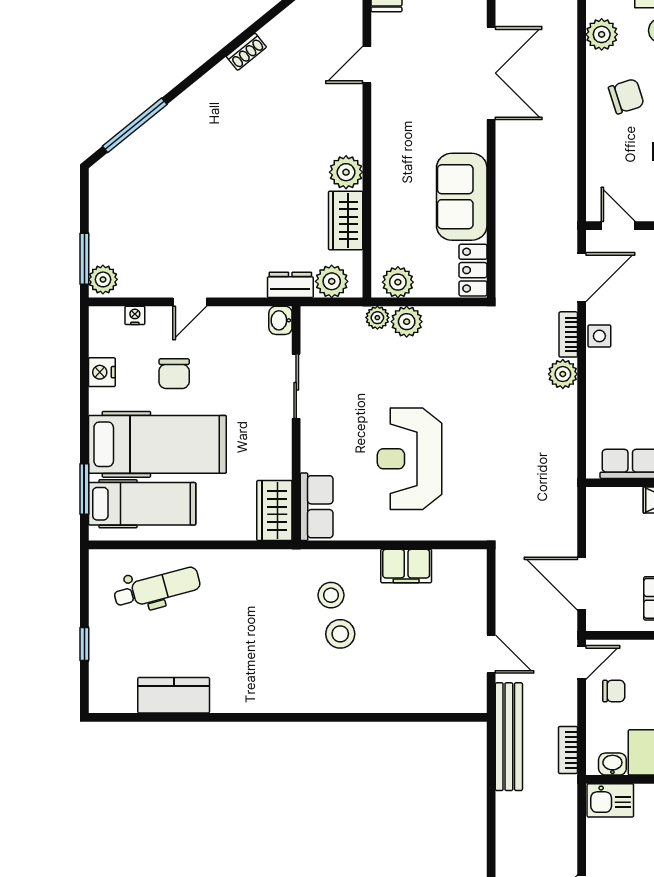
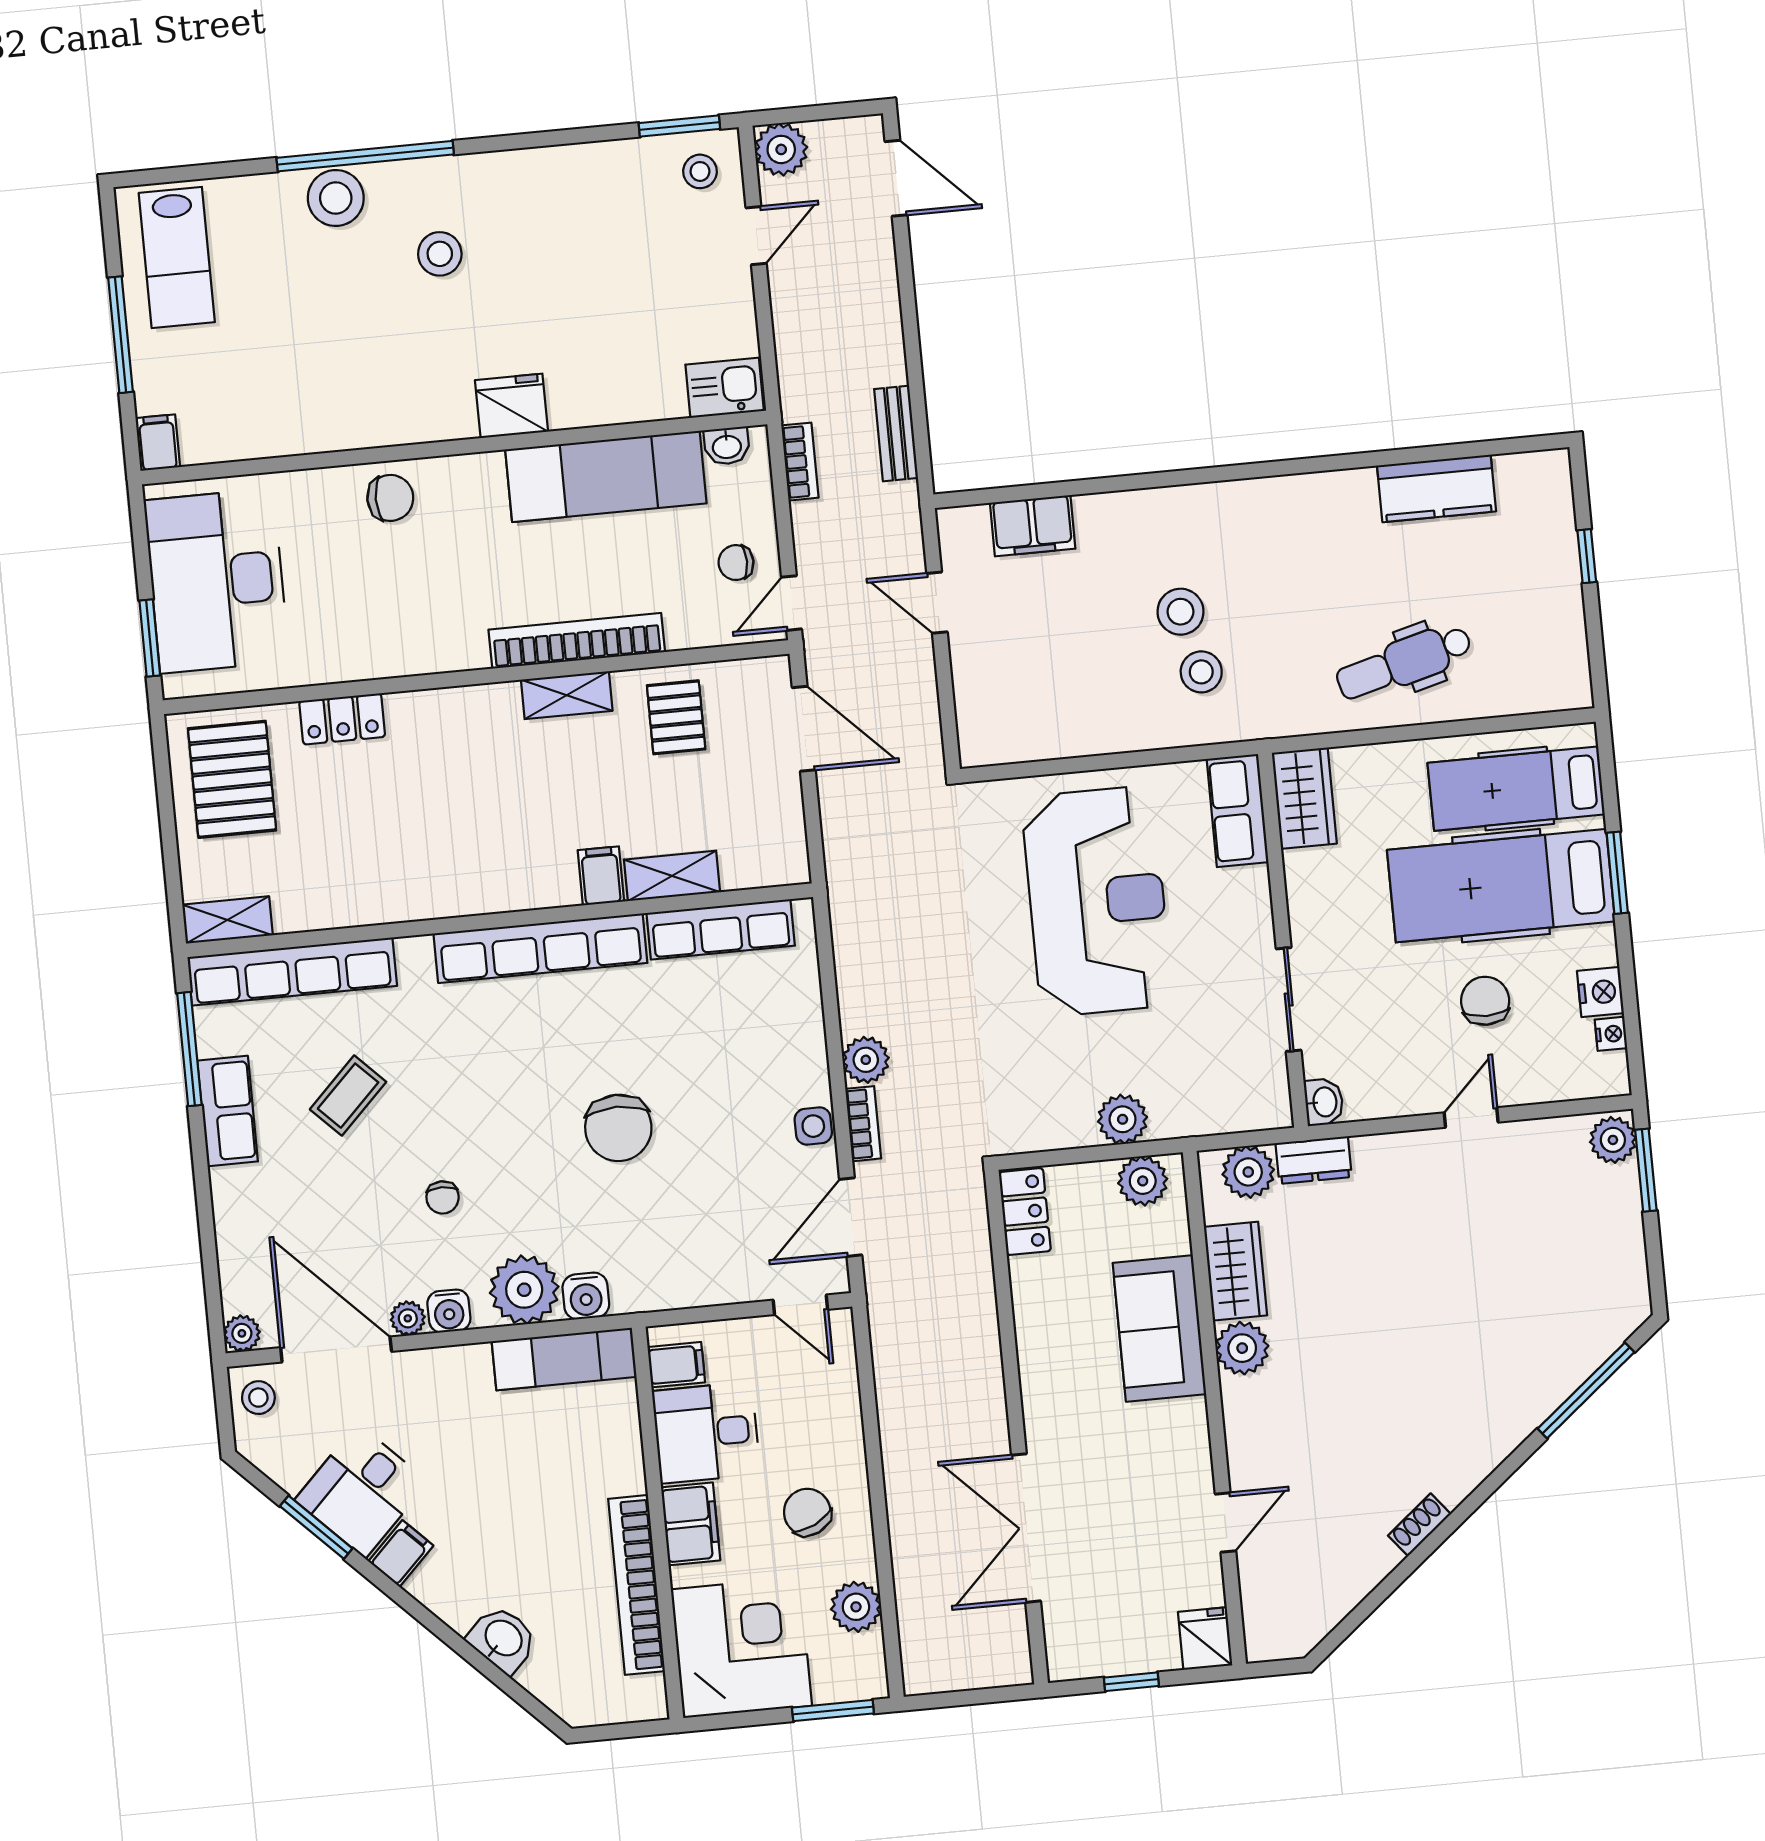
chair: (626, 96) -> (807, 1512), turned 82
sofa: (462, 197) -> (1159, 1329), moved, turned 180
nightstand: (135, 315) -> (1611, 1034), moved, turned -90
plant: (377, 318) -> (1170, 1121), removed
reception desk: (410, 459) -> (1097, 901), width x1.36, depth x1.30
window: (84, 489) -> (1617, 873), moved
filing cabinet: (406, 566) -> (1033, 526), moved, turned 180
dental chair: (157, 588) -> (1404, 662), moved
bench: (509, 737) -> (896, 434), width x0.54, depth x0.82

